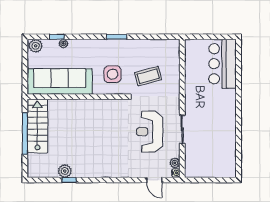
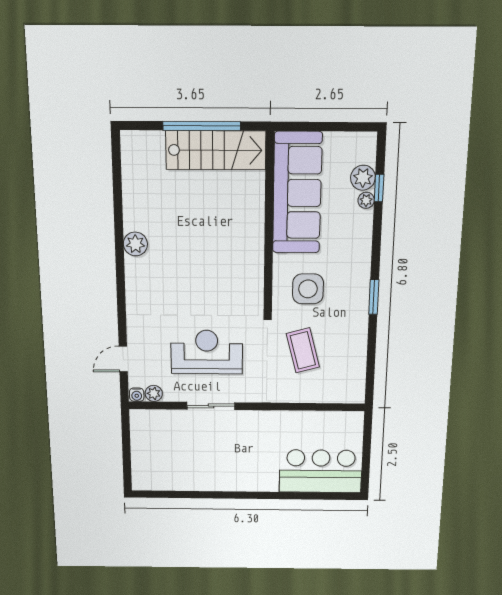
plant: (36, 46) -> (363, 178), moved
plant: (65, 171) -> (135, 244), moved
window: (69, 180) -> (118, 209), removed

